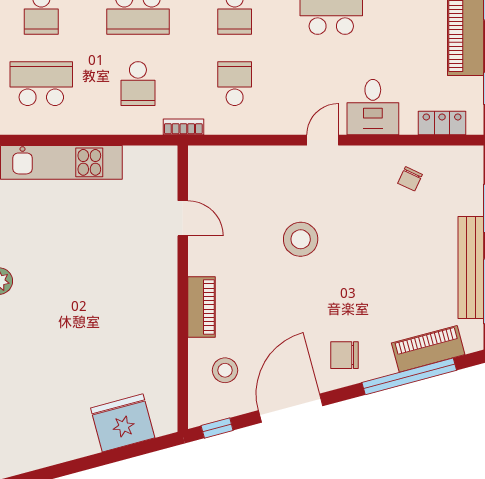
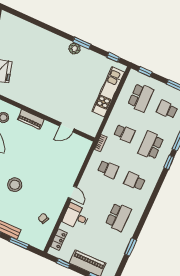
school desk: (138, 84) -> (124, 133), turned 180
stool: (301, 239) -> (15, 185), moved

